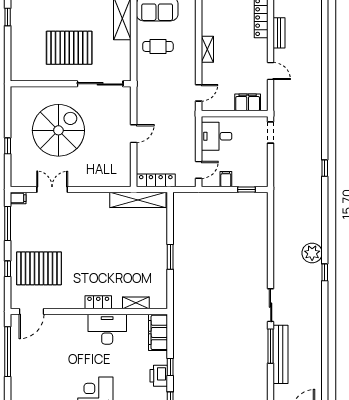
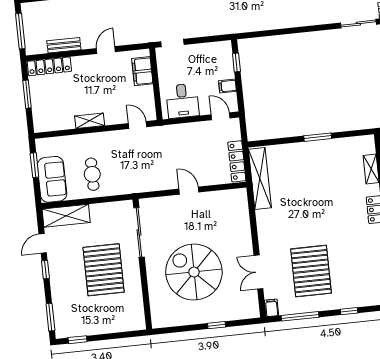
pallet: (39, 268) -> (311, 271), moved

